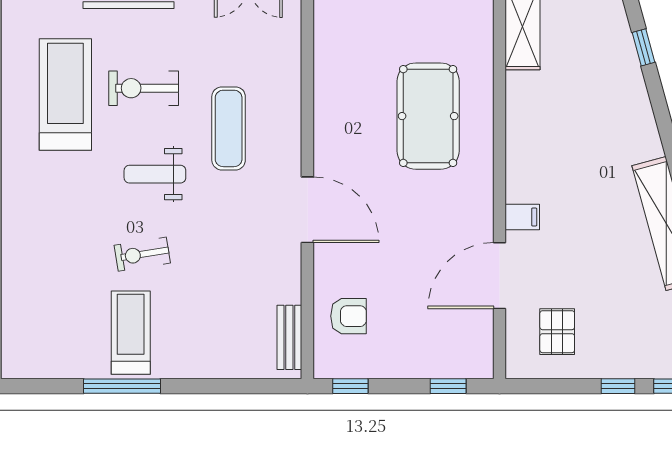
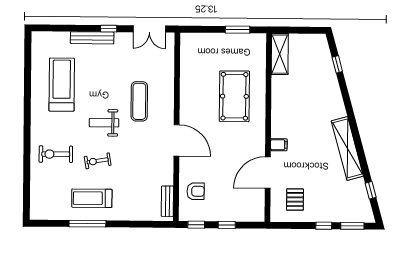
exercise bike: (144, 88) -> (56, 154), moved
treadmill: (131, 333) -> (92, 198), turned -90
window: (448, 386) -> (227, 225), moved

